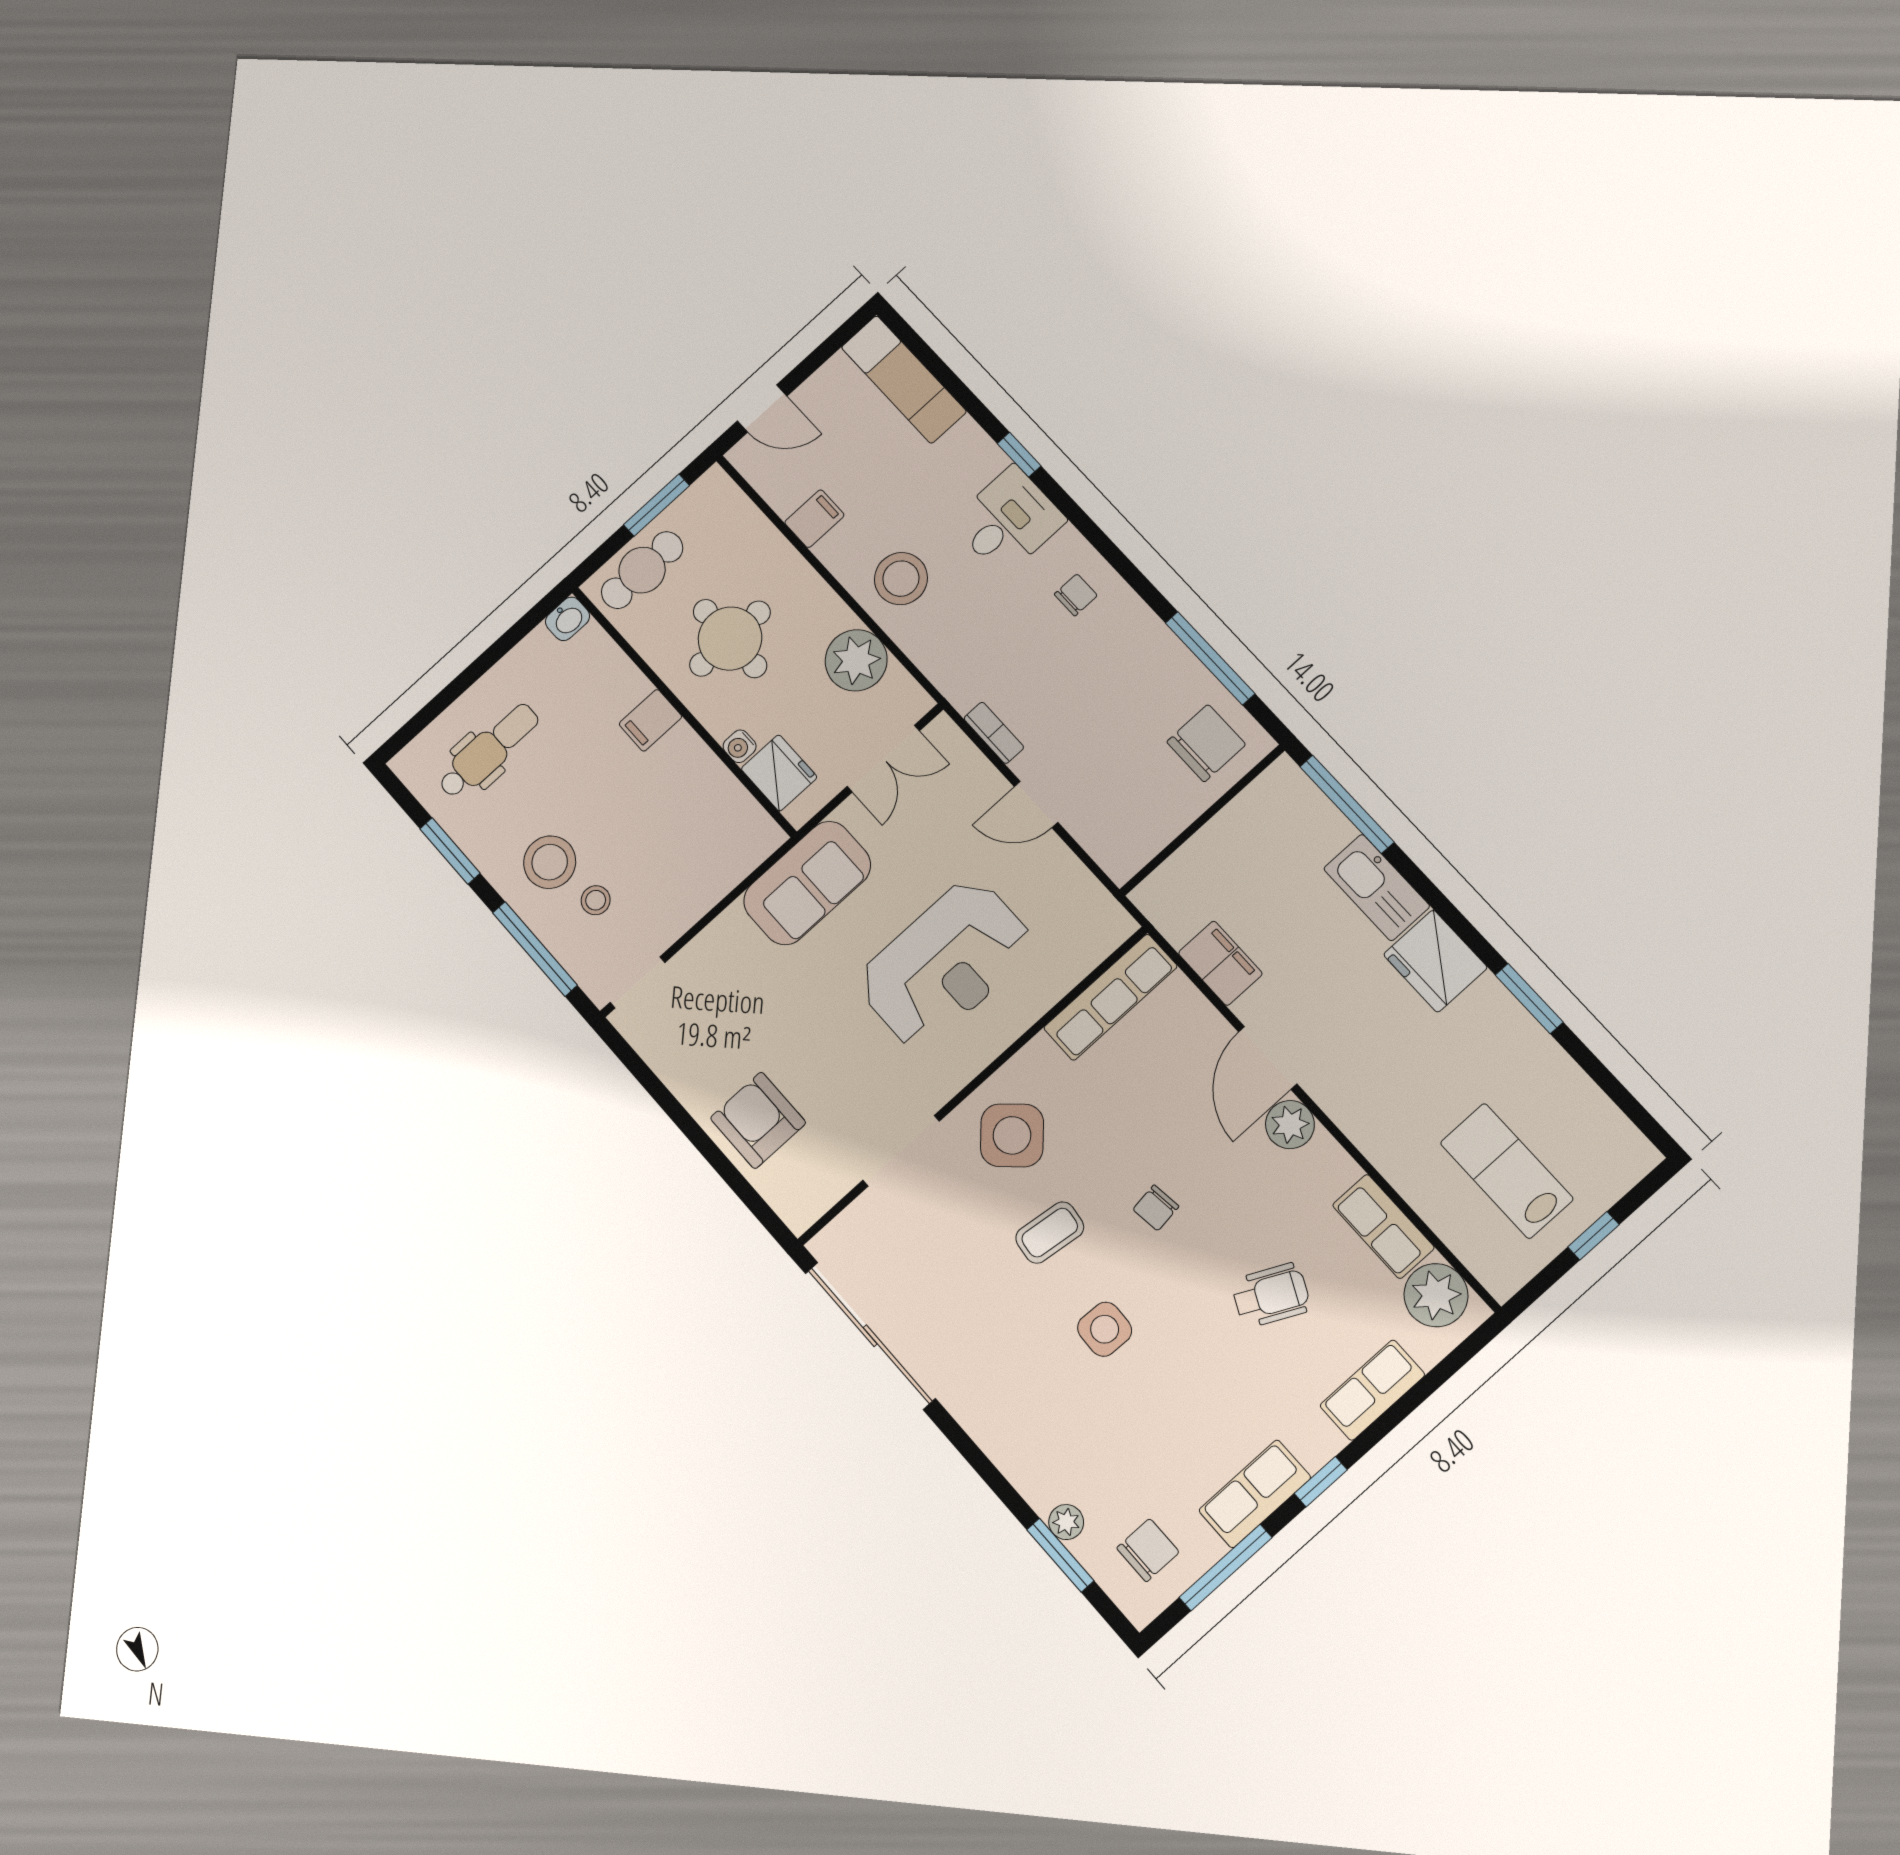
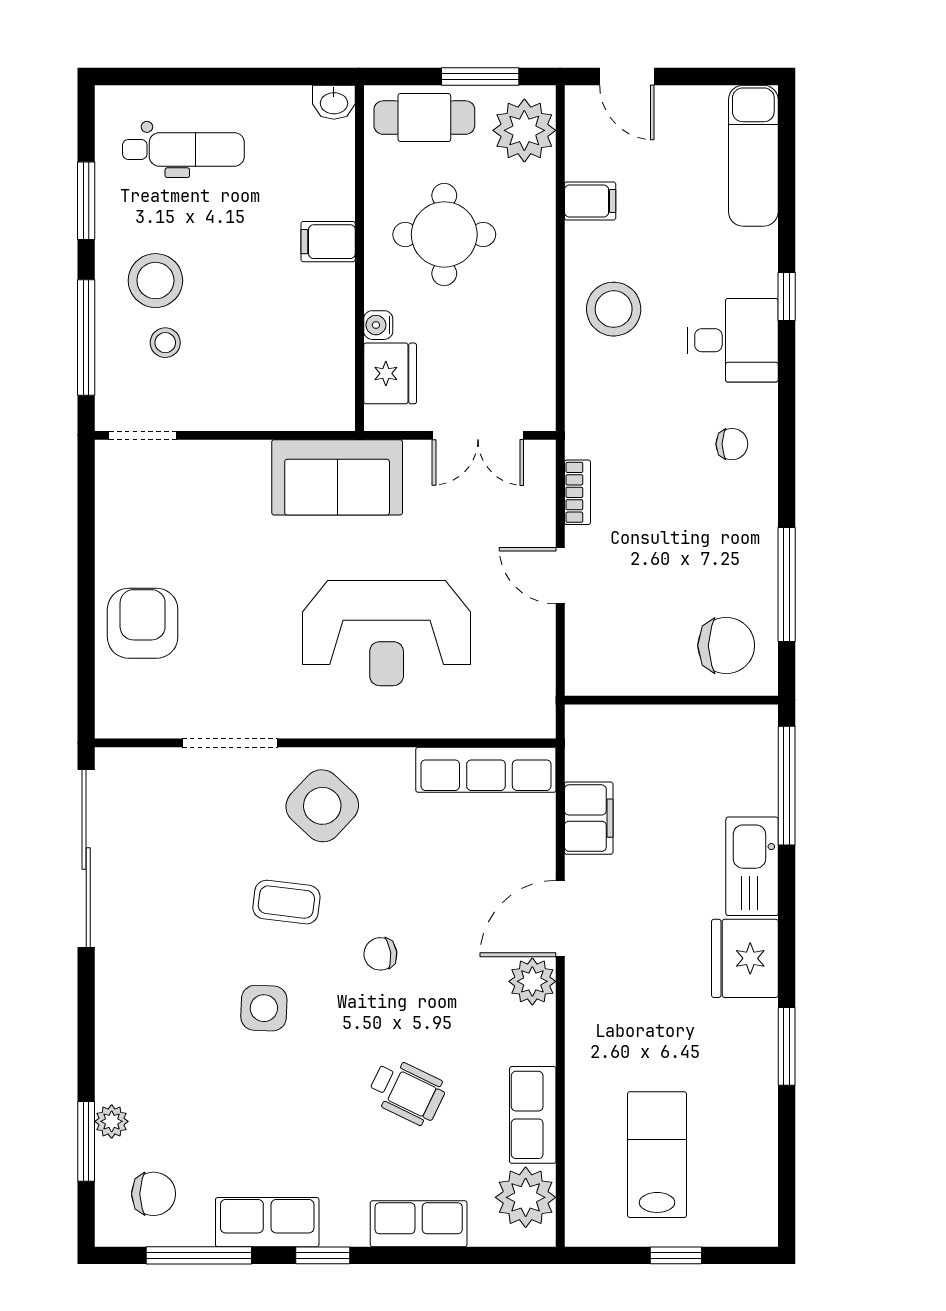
plant: (856, 660) -> (524, 130), moved

